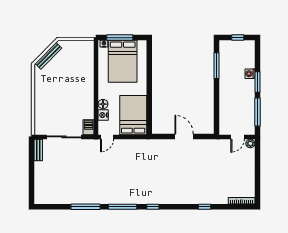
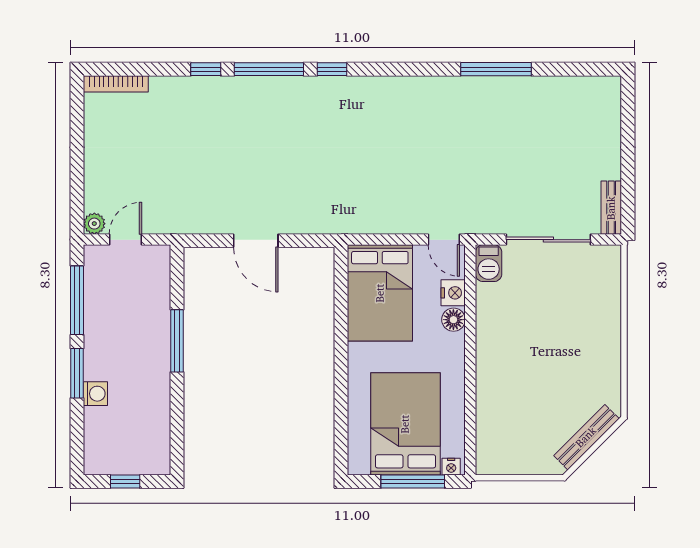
window: (216, 66) -> (177, 341), moved
door: (107, 137) -> (444, 240), swing flipped
window: (123, 207) -> (269, 69), moved

